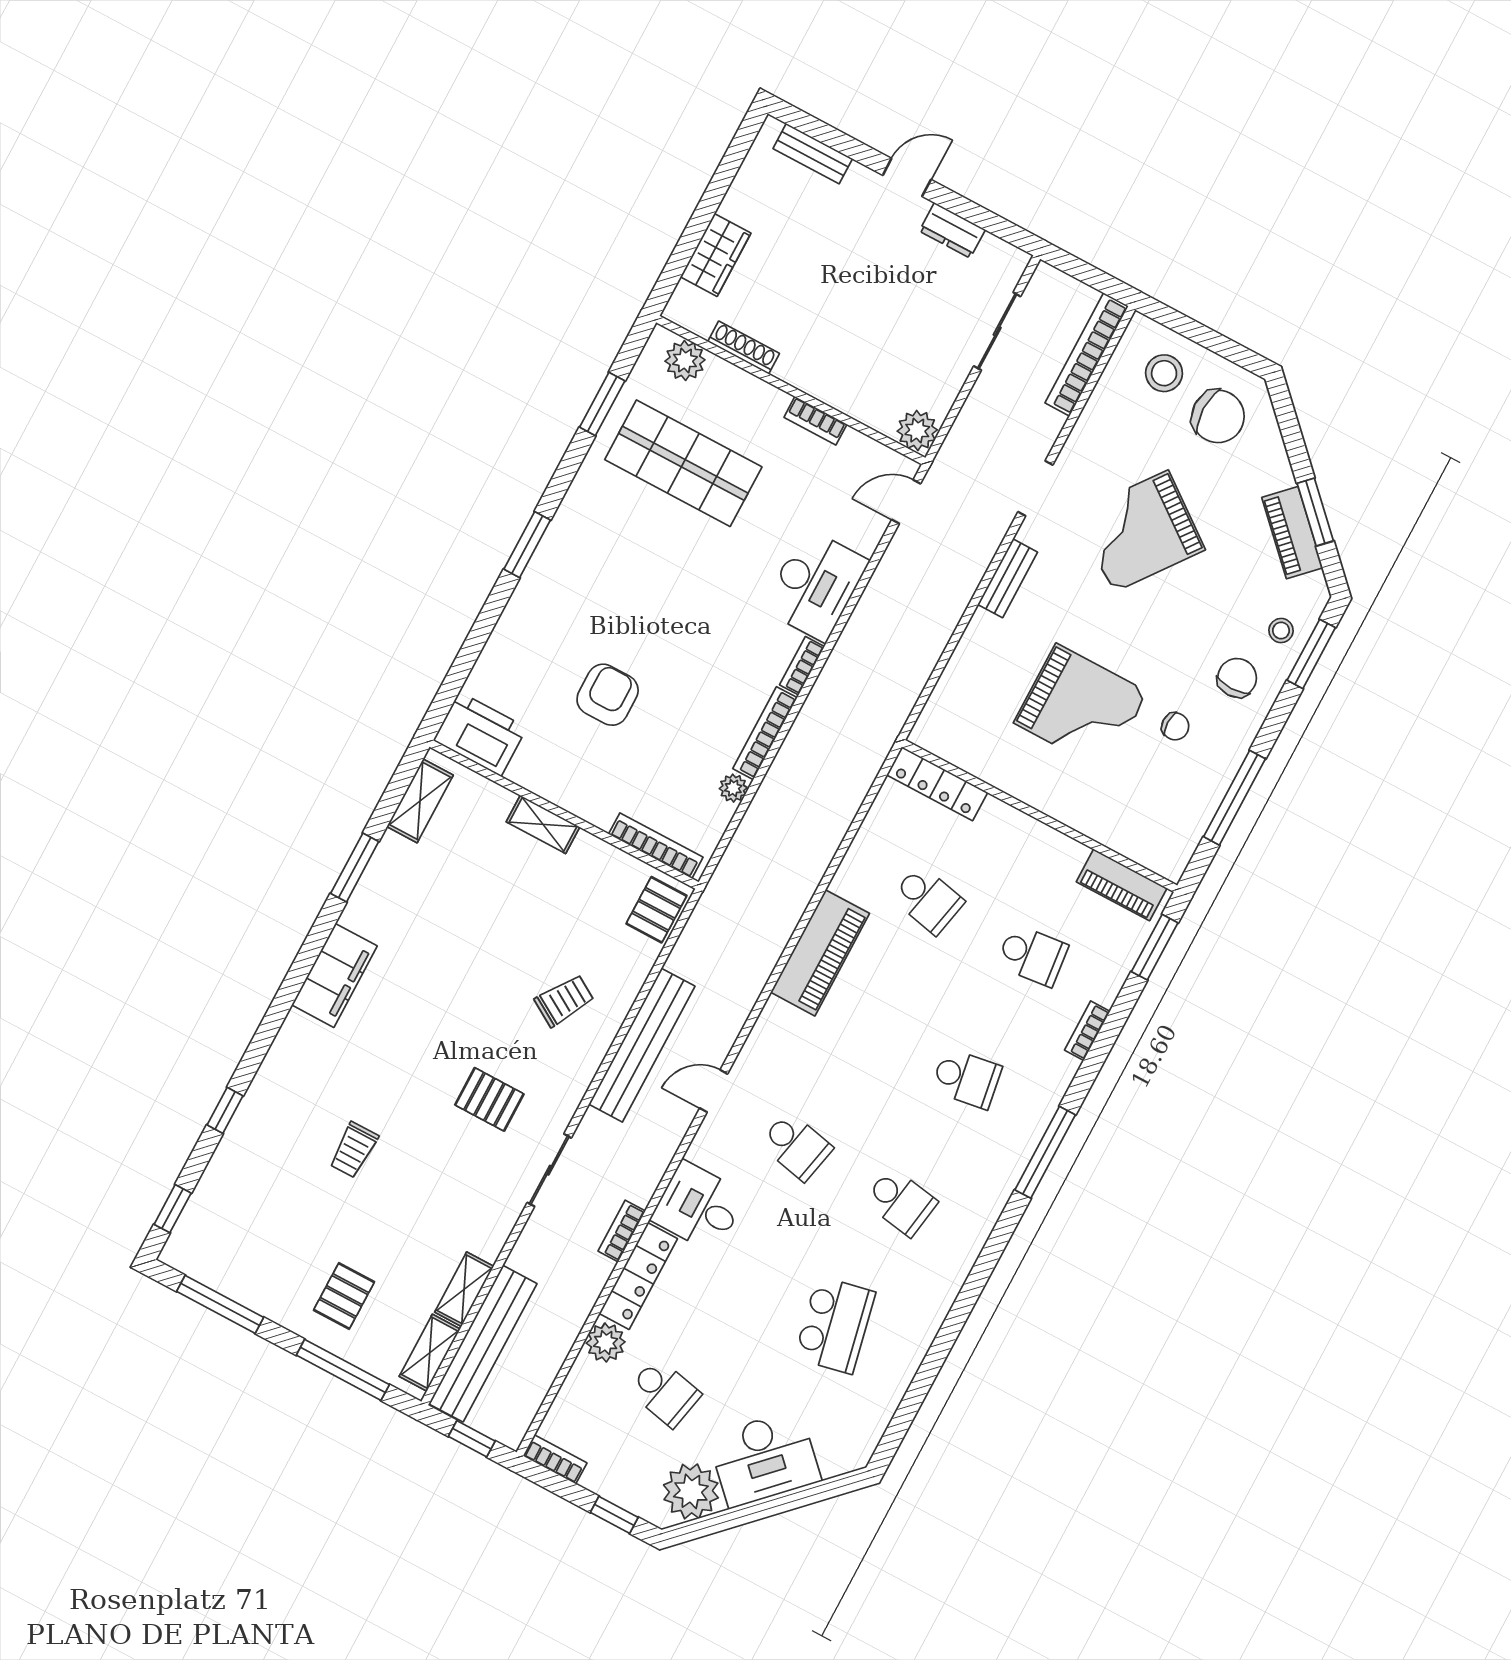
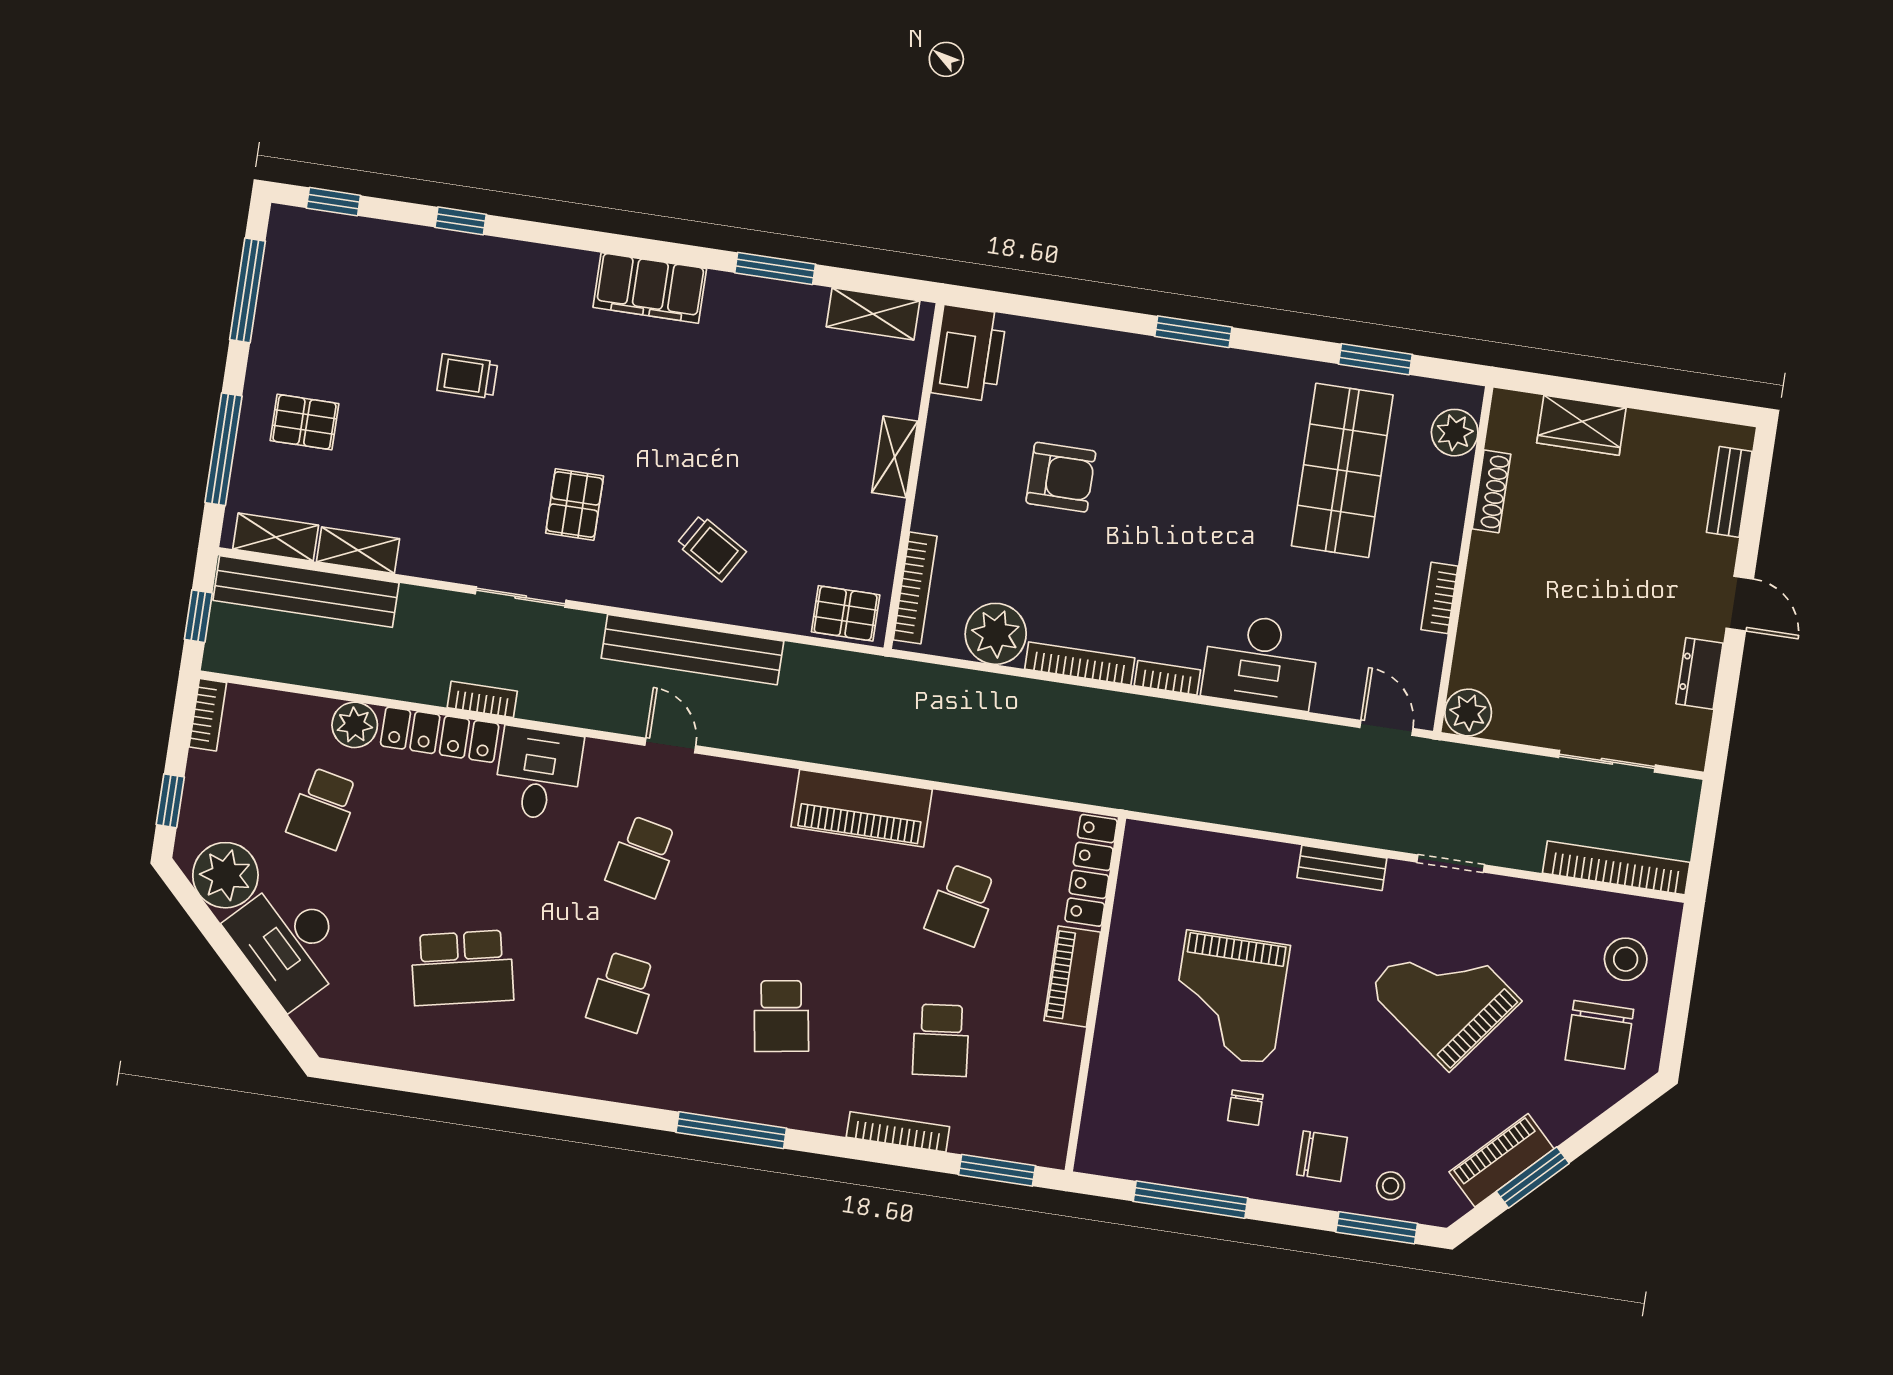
plant: (733, 788) -> (996, 634), width x1.87, depth x1.87
piano: (1122, 885) -> (1072, 976), moved
bookcase: (1087, 1031) -> (898, 1132), width x1.56

